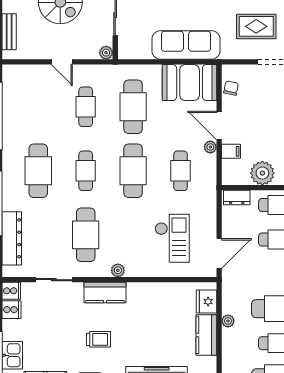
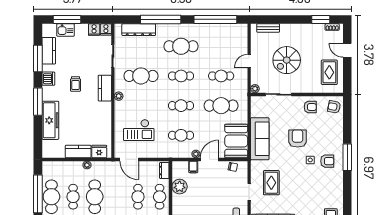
cafe table: (133, 171) -> (181, 106), width x0.73, depth x0.74

